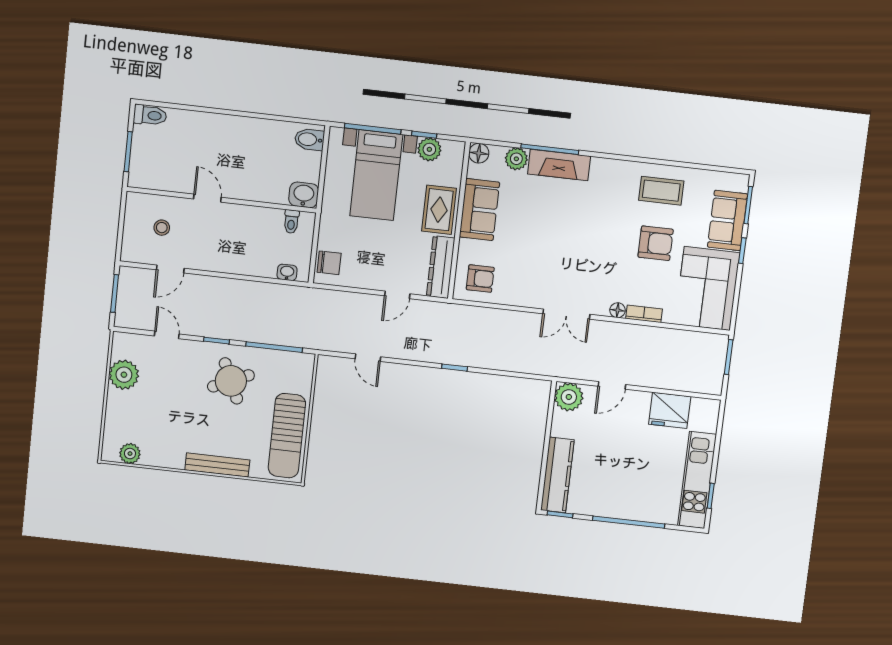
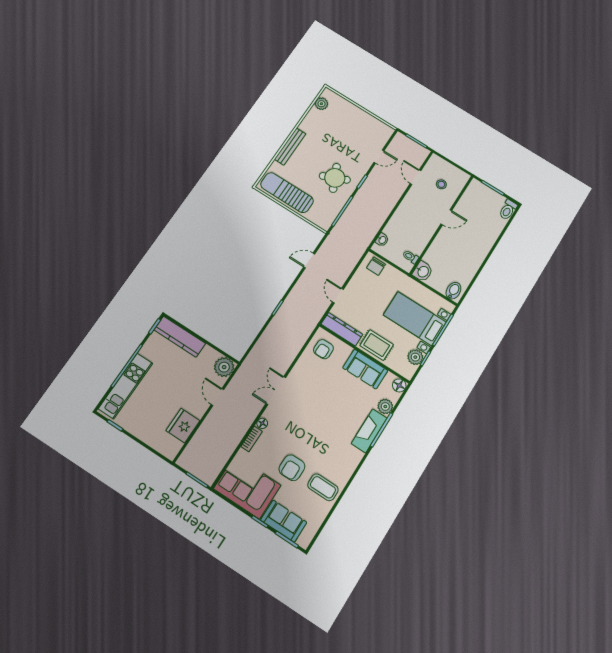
coffee table: (661, 191) -> (323, 487), turned 90
plant: (124, 375) -> (368, 123), removed
kitchen unit: (697, 480) -> (126, 386), moved, turned 90

